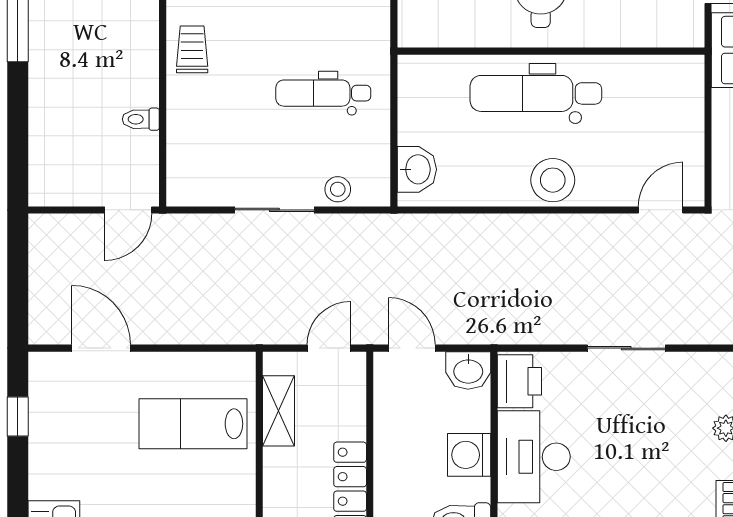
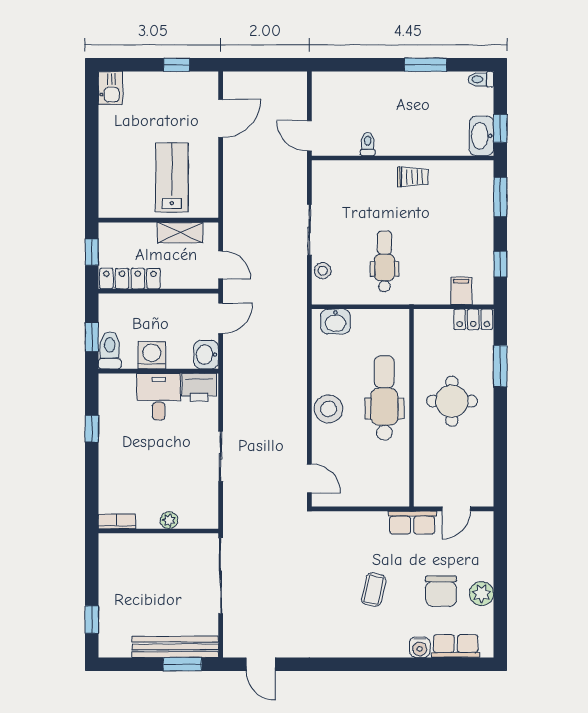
desk: (534, 457) -> (159, 397), width x0.73

